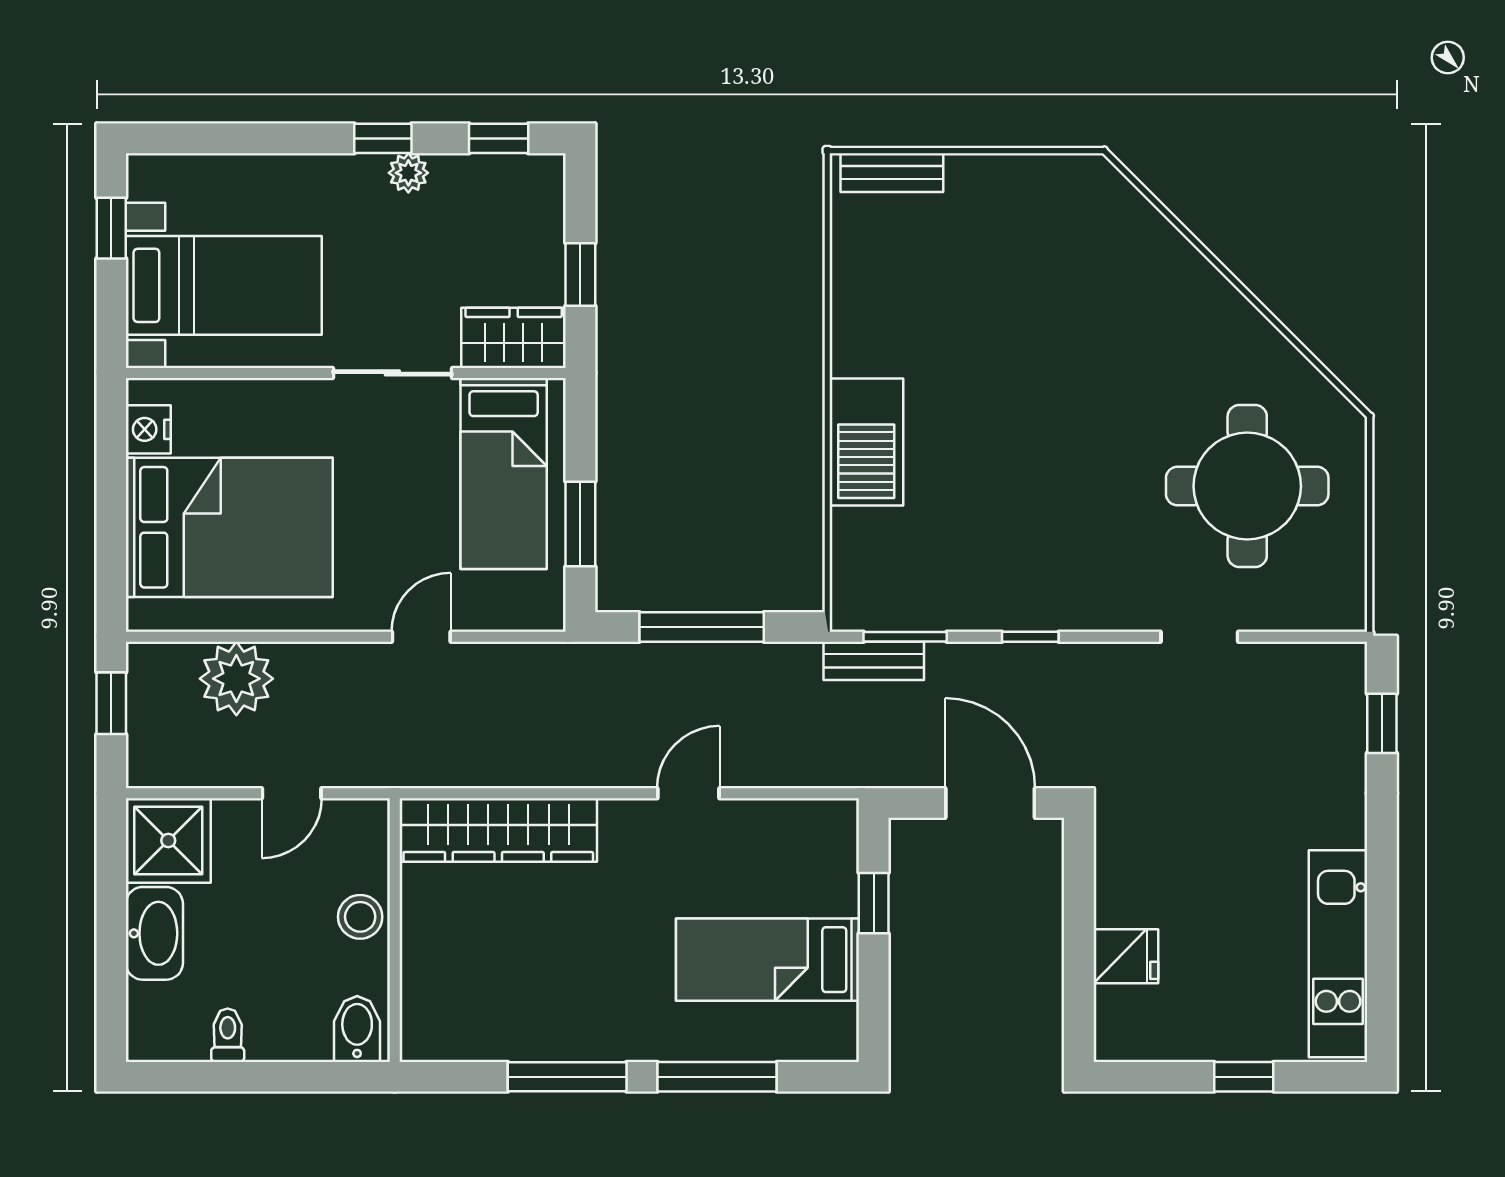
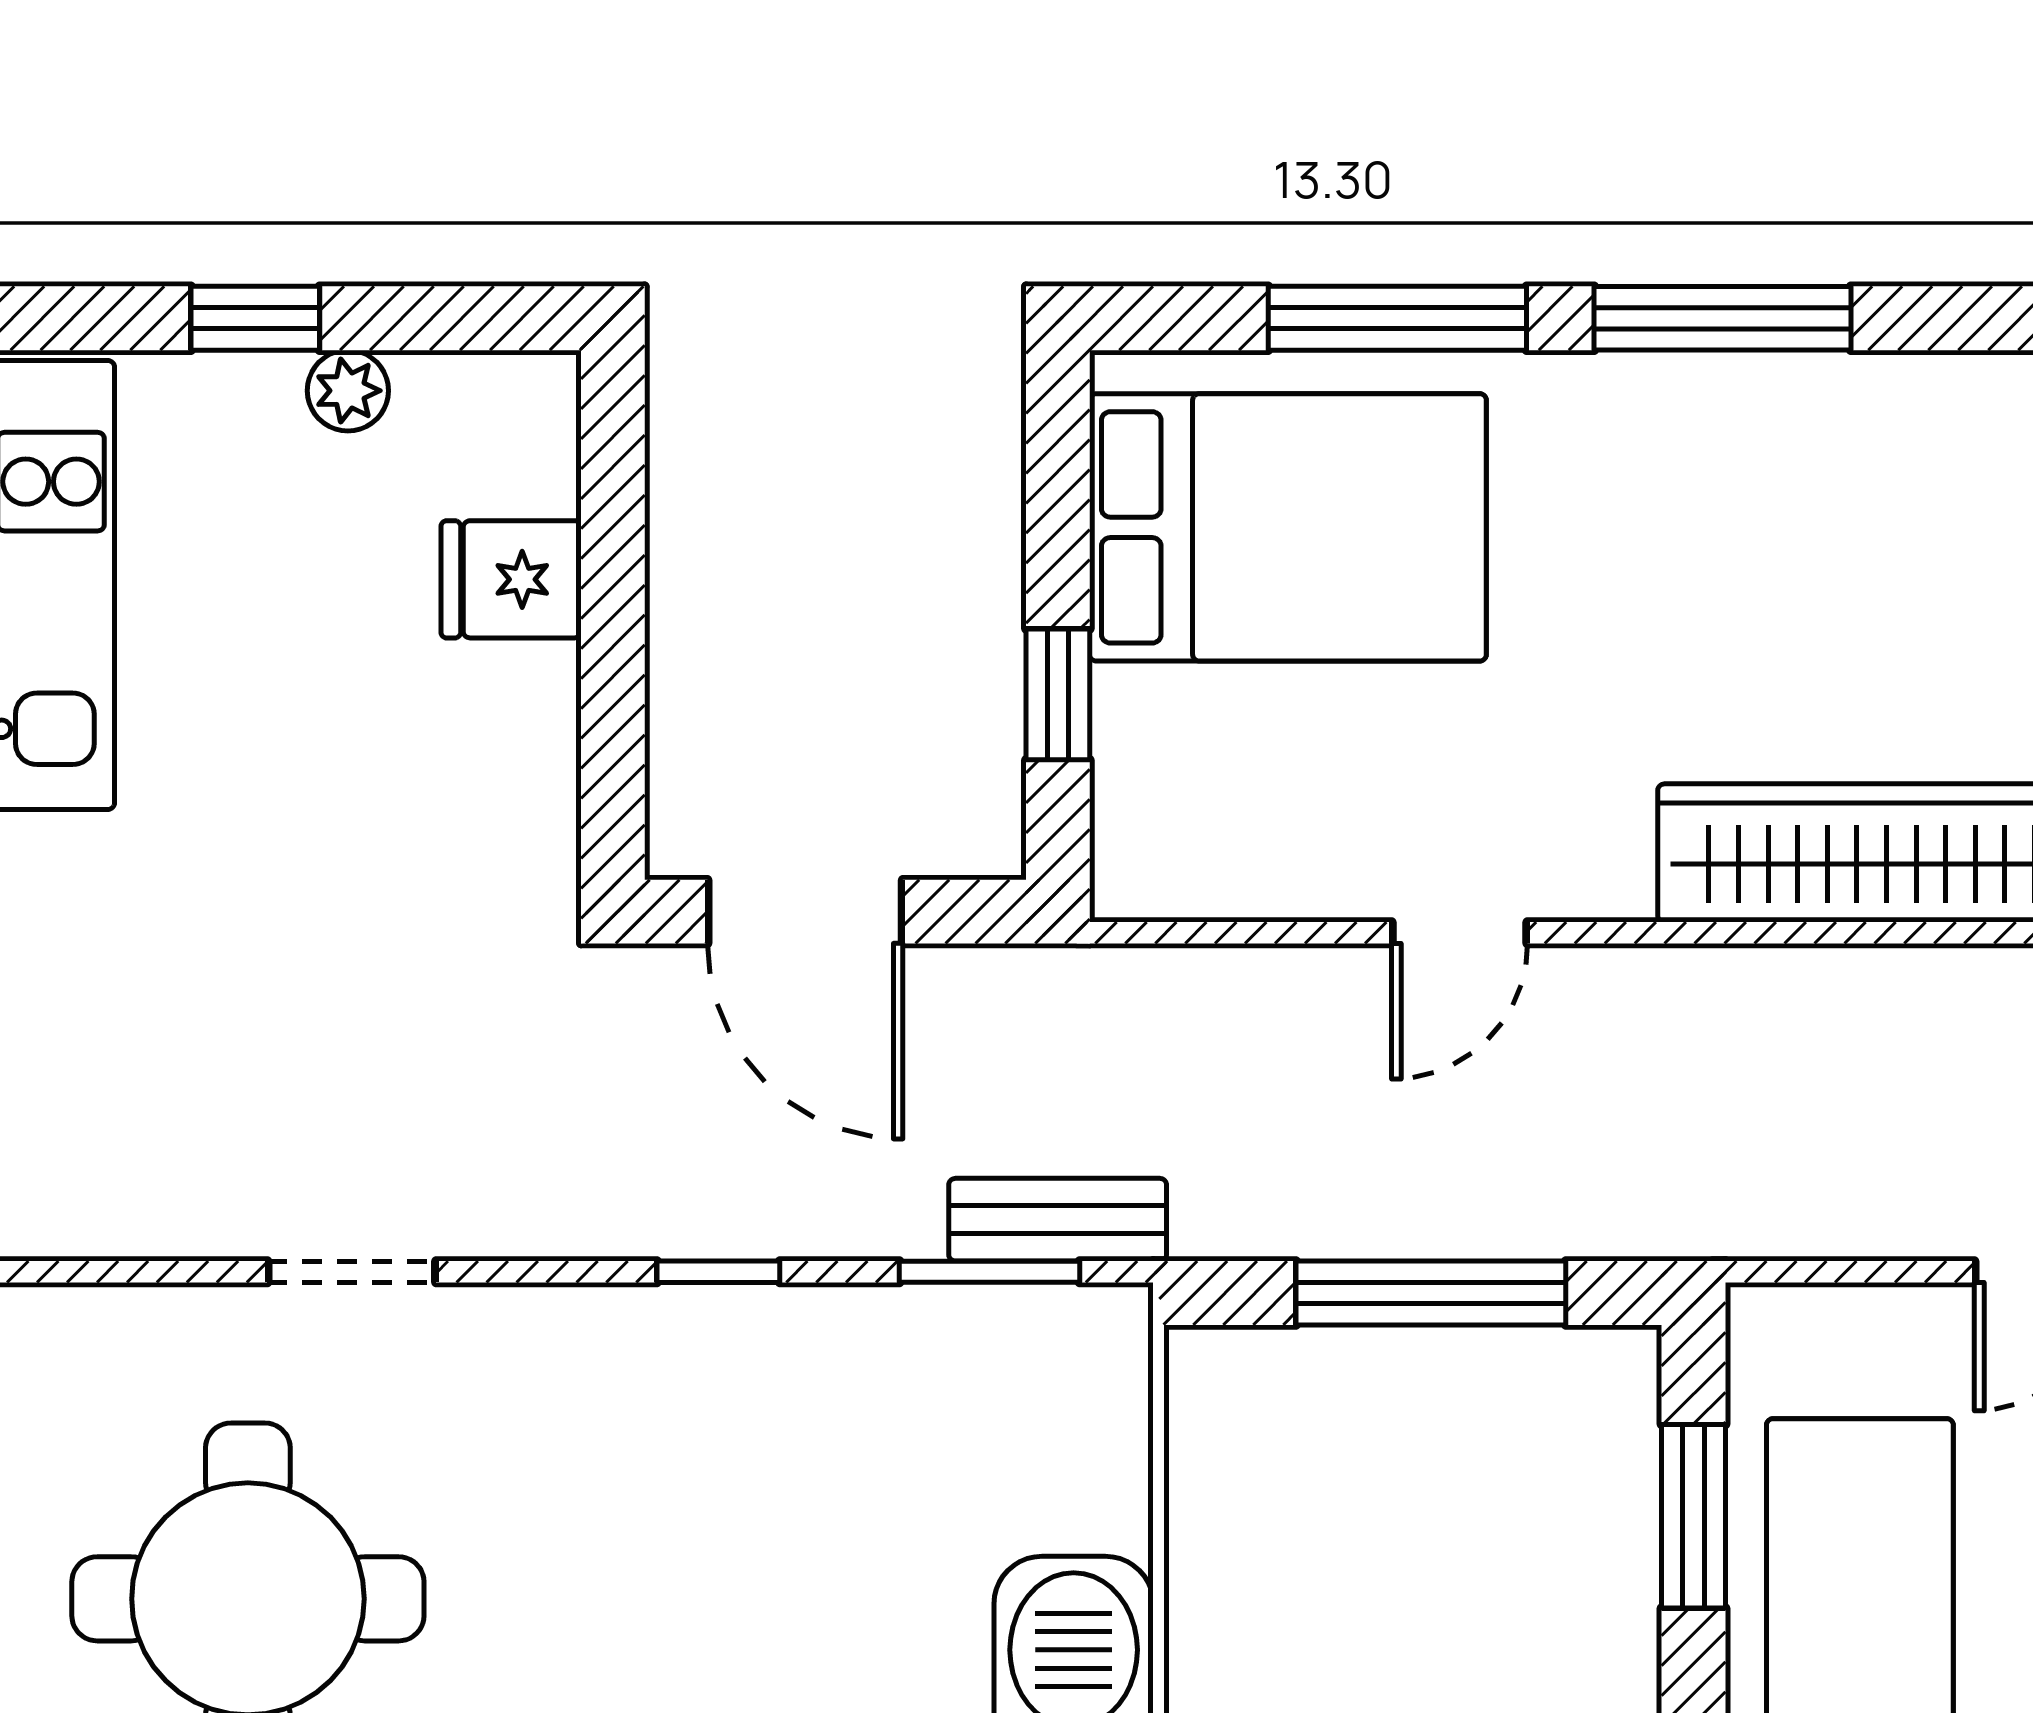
bed: (767, 960) -> (1288, 527), width x1.50
plant: (1201, 1043) -> (348, 391), added

